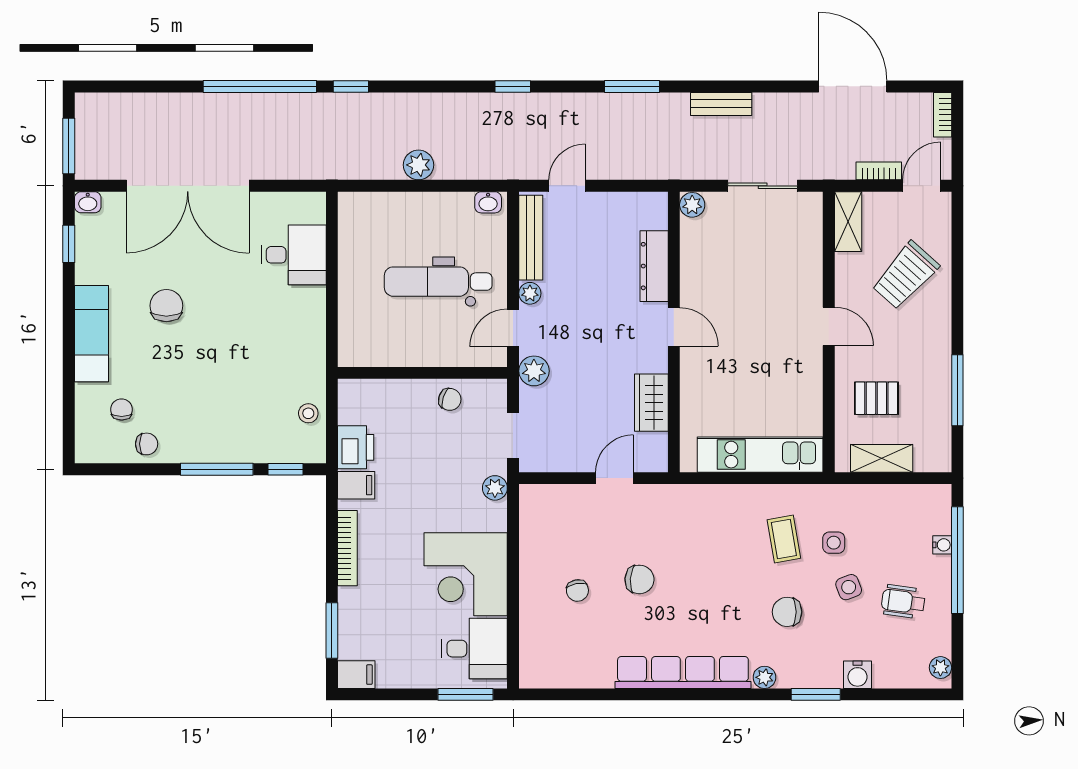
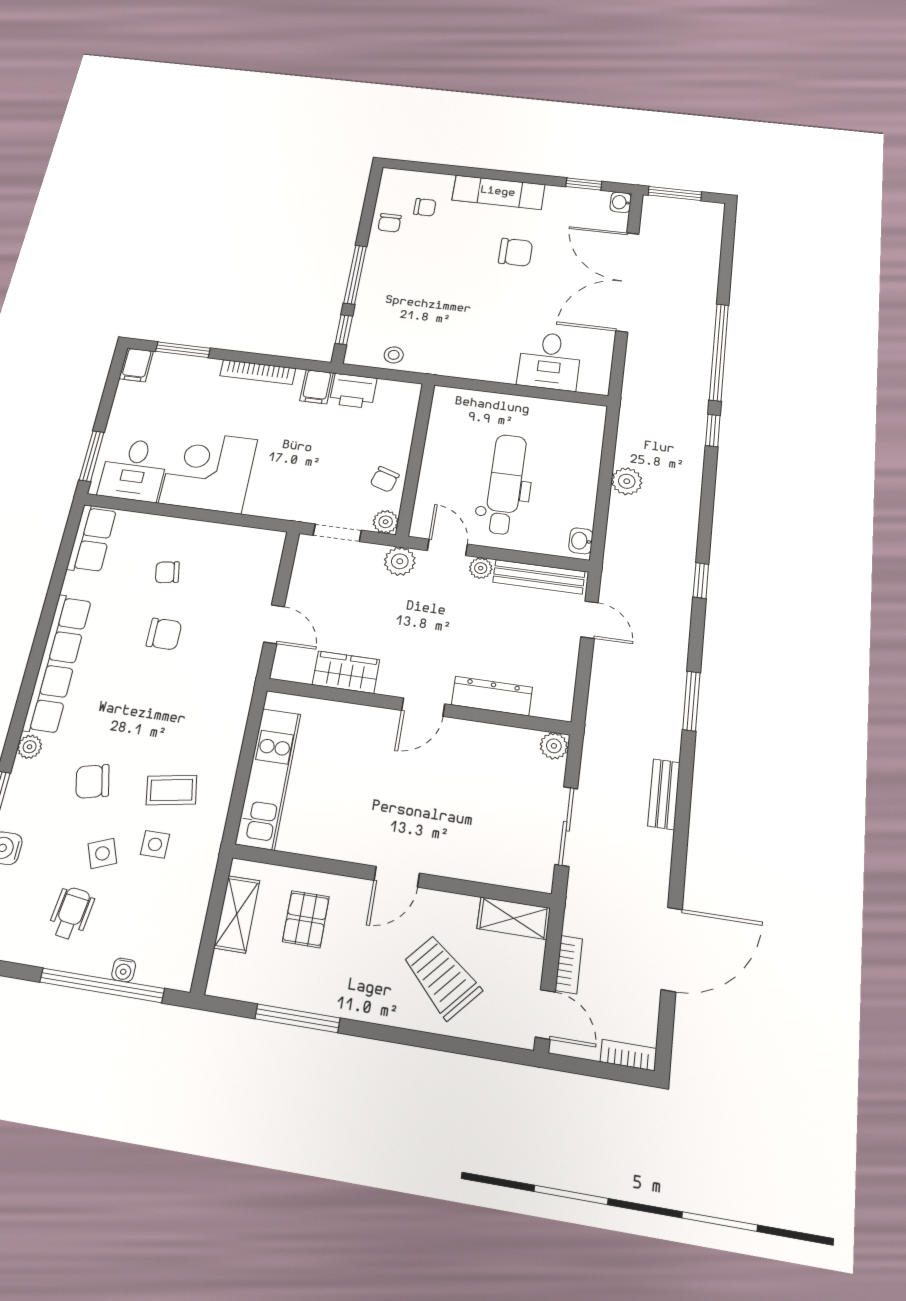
plant: (495, 488) -> (386, 522), moved
chair: (639, 579) -> (164, 634), turned -94
chair: (787, 612) -> (93, 781), turned -103
row of seats: (554, 672) -> (92, 539), added

